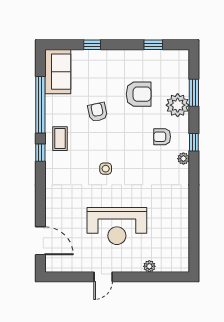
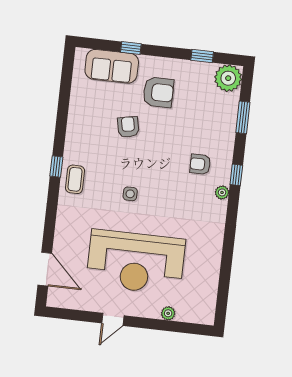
sofa: (58, 72) -> (112, 66), moved, turned 90
armchair: (139, 94) -> (158, 92), moved
window: (40, 105) -> (63, 111), removed
plant: (178, 105) -> (228, 78), moved
coffee table: (60, 139) -> (75, 179), moved
reception desk: (117, 226) -> (136, 262), width x1.36, depth x1.30

